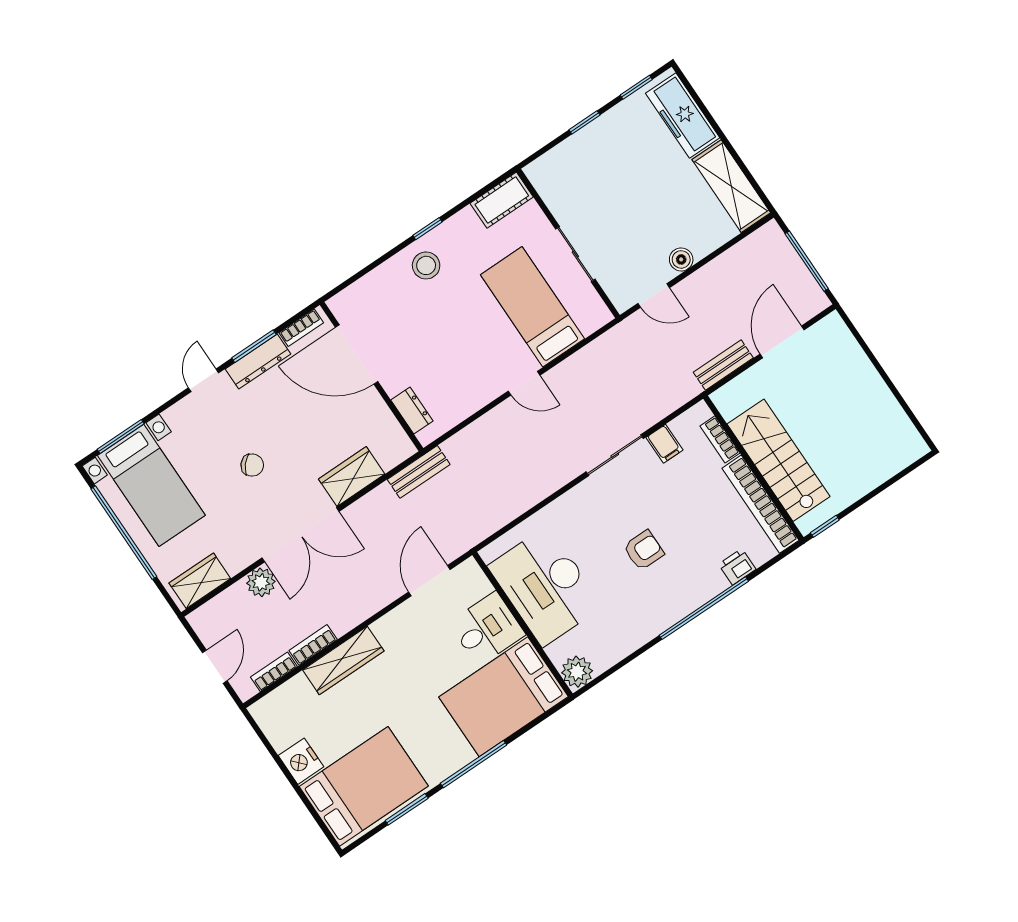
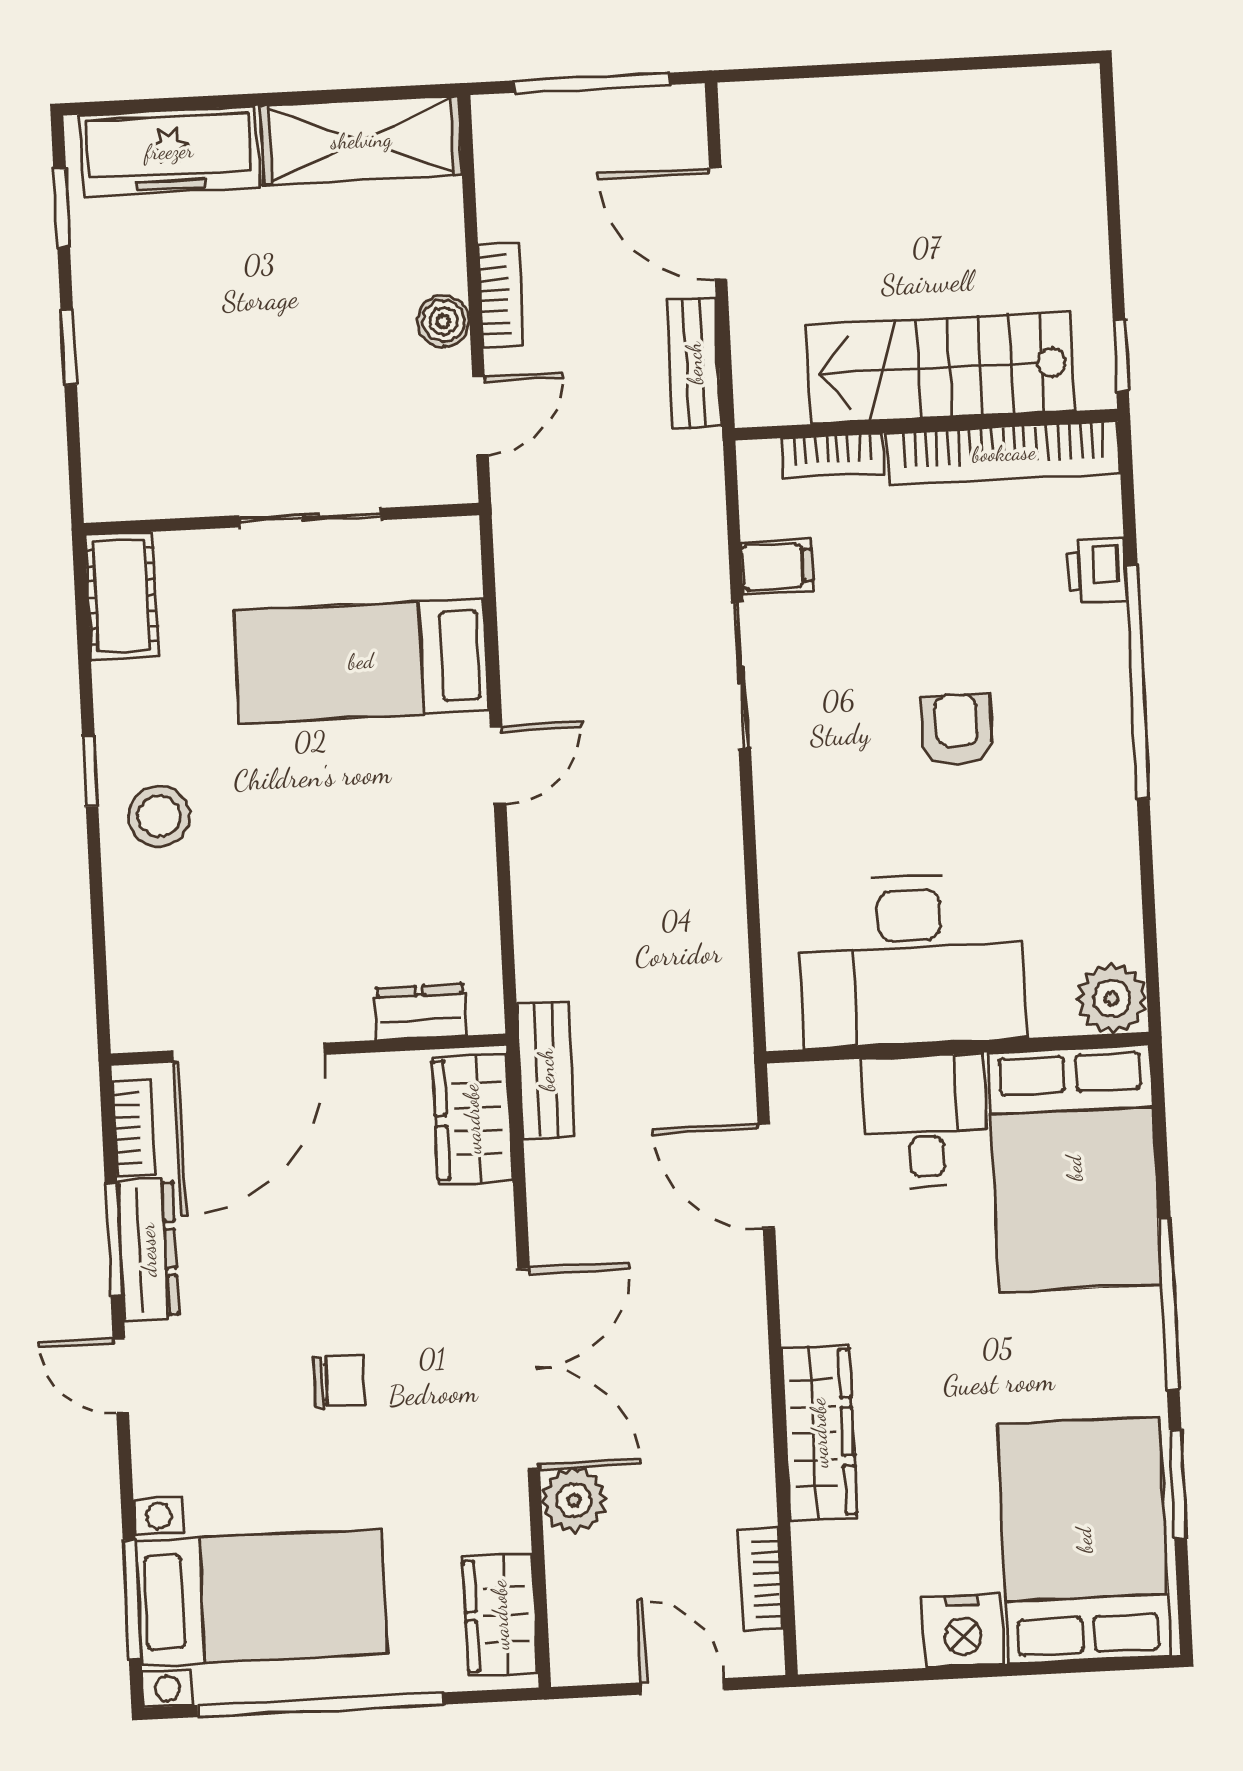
chair: (252, 465) -> (340, 1381), turned 49
wardrobe: (352, 477) -> (472, 1119), moved
bookcase: (313, 645) -> (501, 295), moved, turned 180

